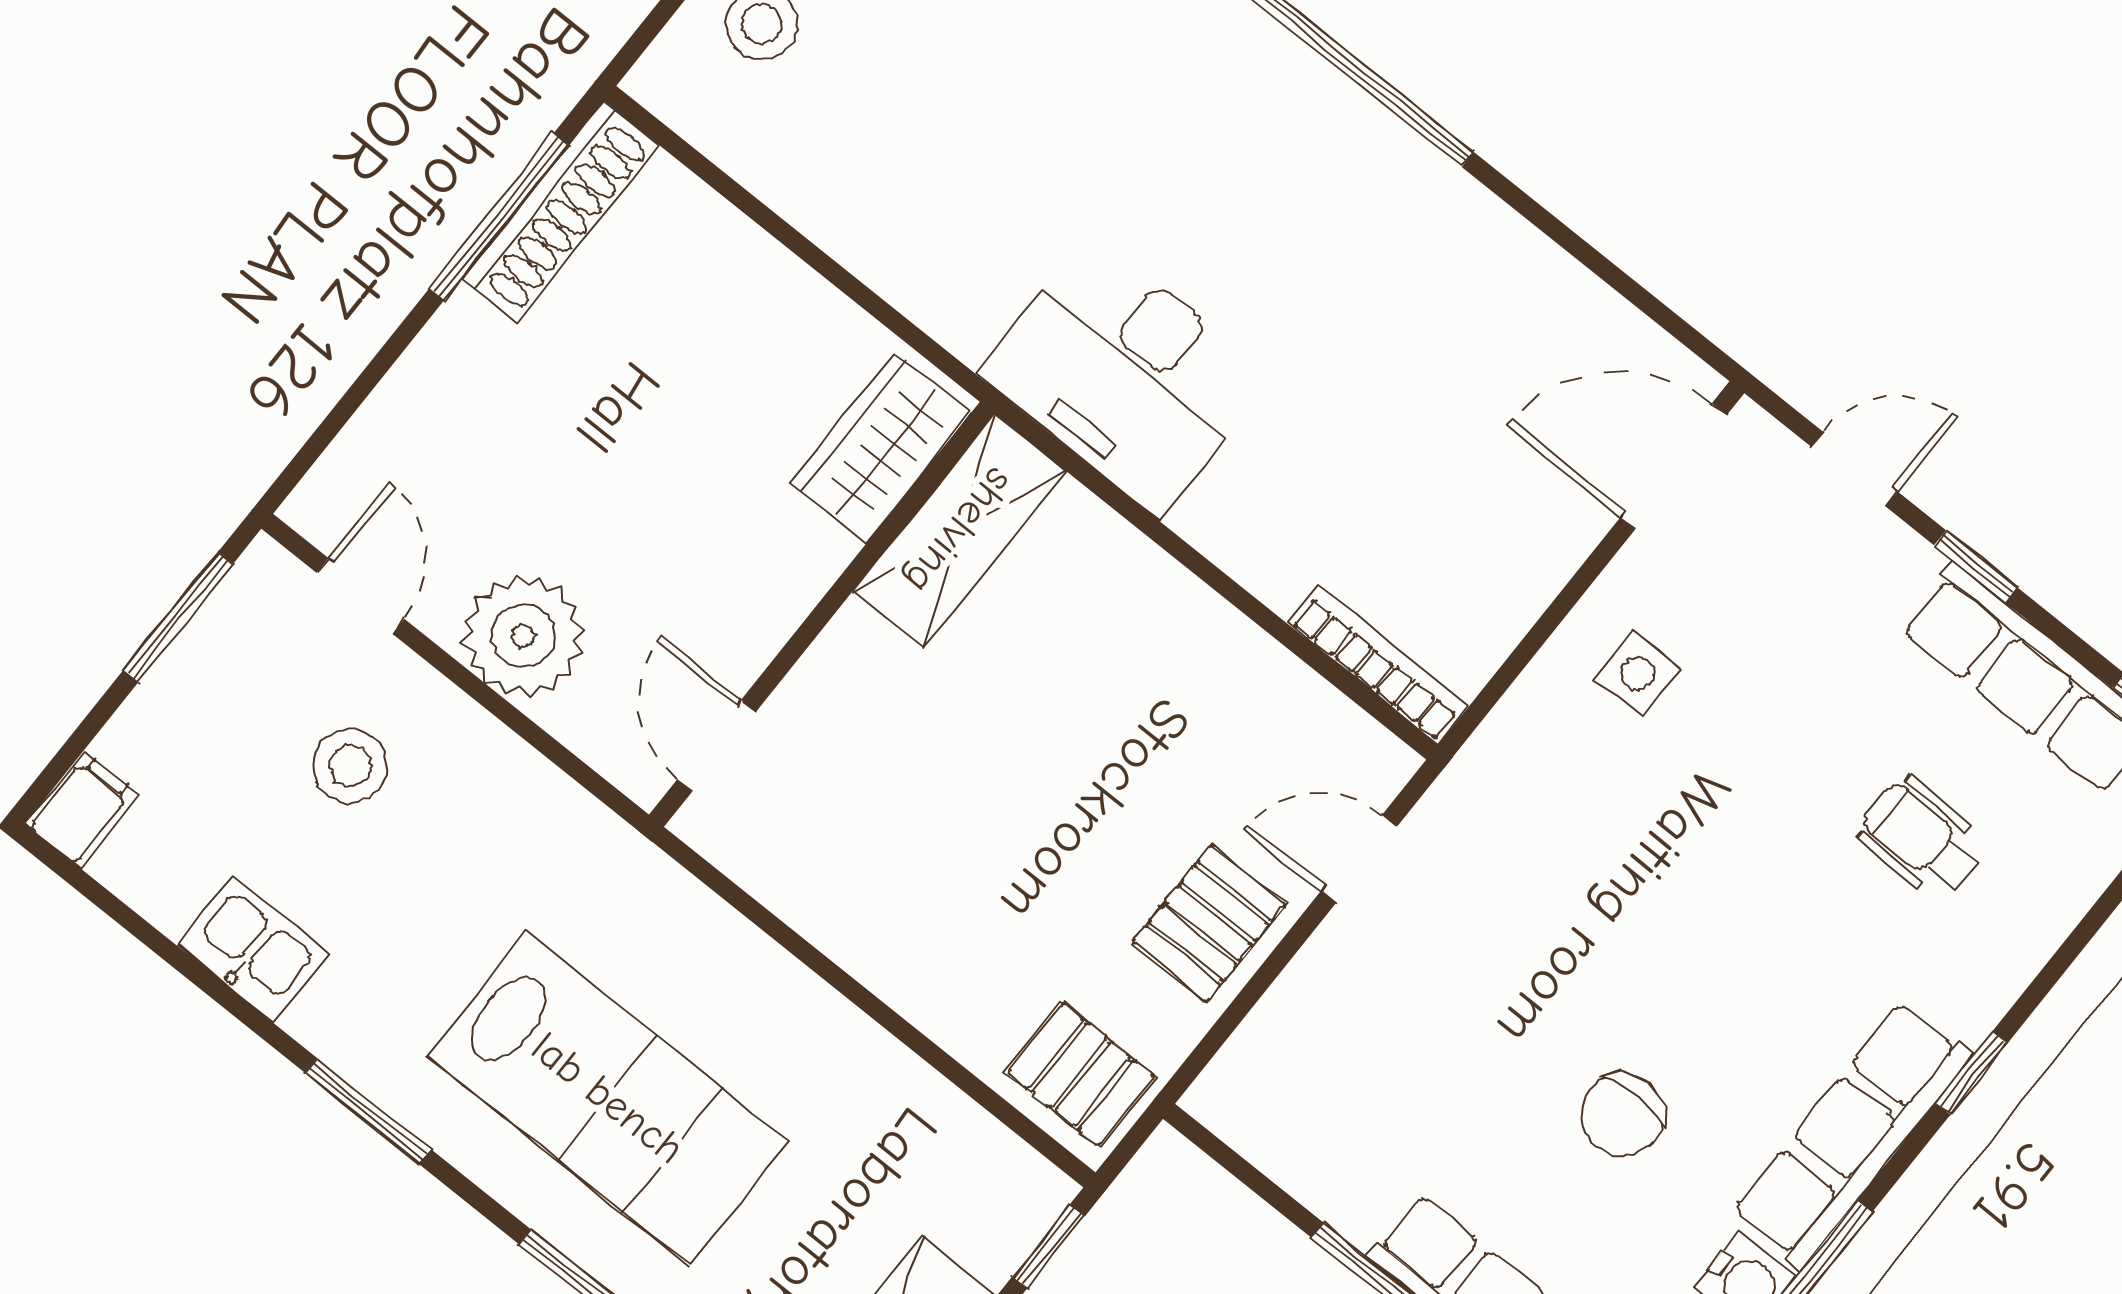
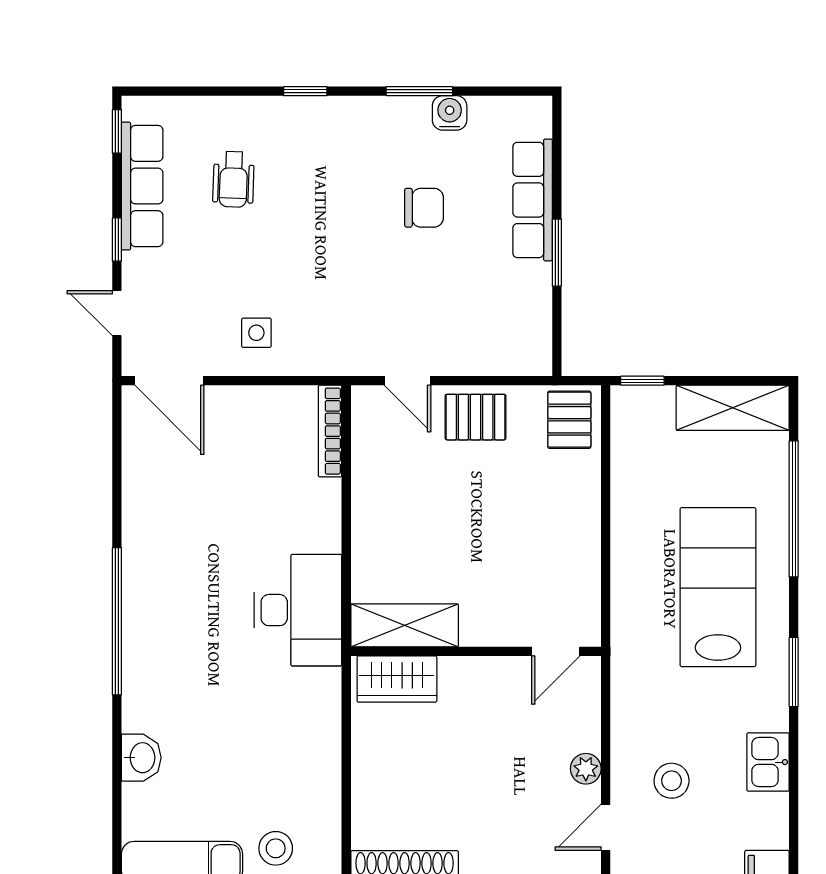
plant: (523, 636) -> (586, 769), width x0.53, depth x0.53
row of seats: (1852, 1134) -> (363, 117), removed

